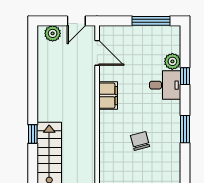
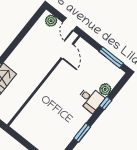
door: (76, 21) -> (70, 24), hinge flipped
filing cabinet: (108, 96) -> (54, 80), removed
chair: (140, 141) -> (52, 119), removed

